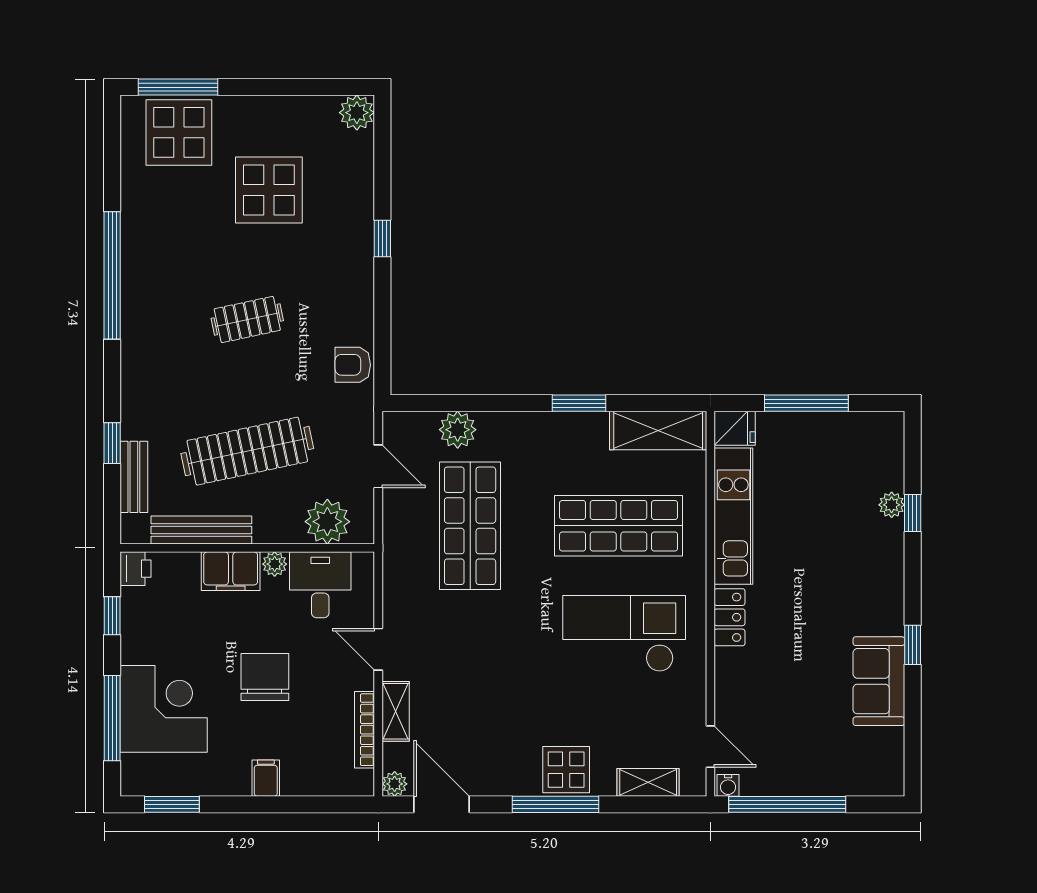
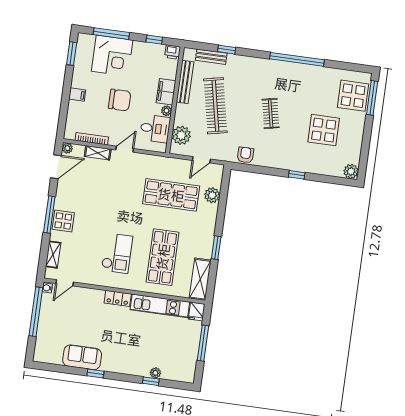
checkout: (624, 634) -> (117, 253), width x0.73, depth x0.83

